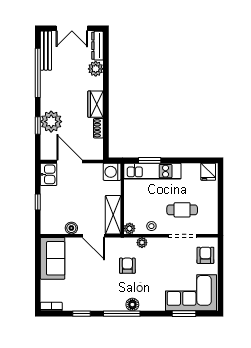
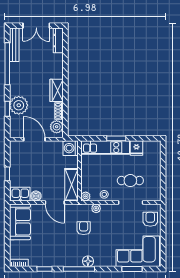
plant: (96, 69) -> (57, 127), moved
window: (150, 160) -> (116, 138), moved
fridge: (208, 172) -> (136, 148), moved
kitchen sink: (49, 174) -> (20, 194), moved, turned -90

